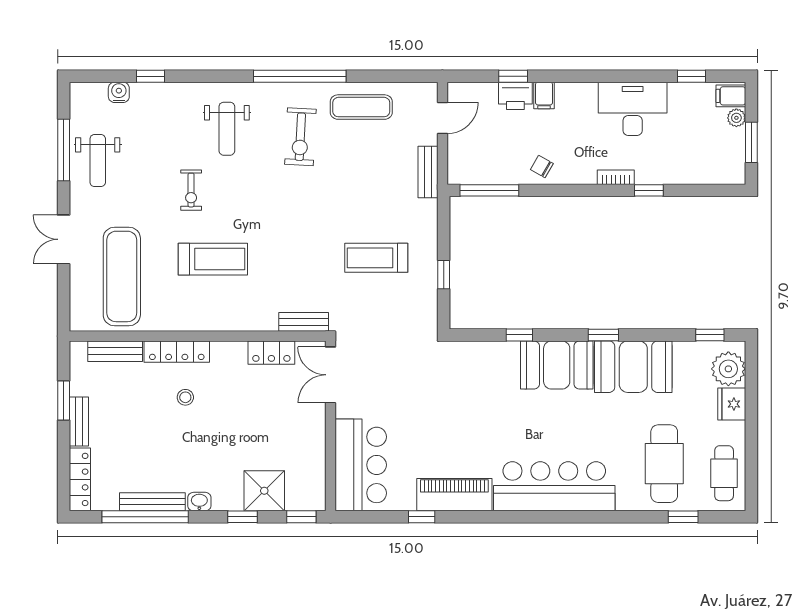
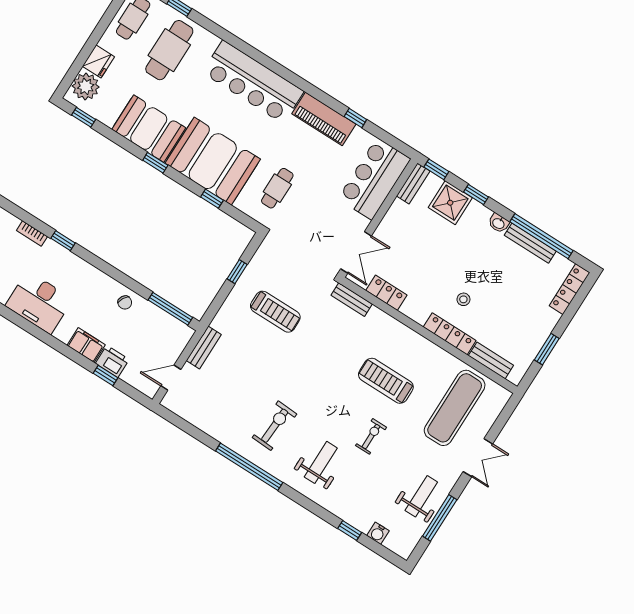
filing cabinet: (544, 95) -> (86, 345), width x2.00
exercise mat: (361, 107) -> (221, 420), removed
bookcase: (616, 177) -> (32, 233), moved
booth: (557, 365) -> (213, 161), width x1.36, depth x1.42
cafe table: (457, 390) -> (277, 188), added
bench: (79, 421) -> (413, 183), moved

